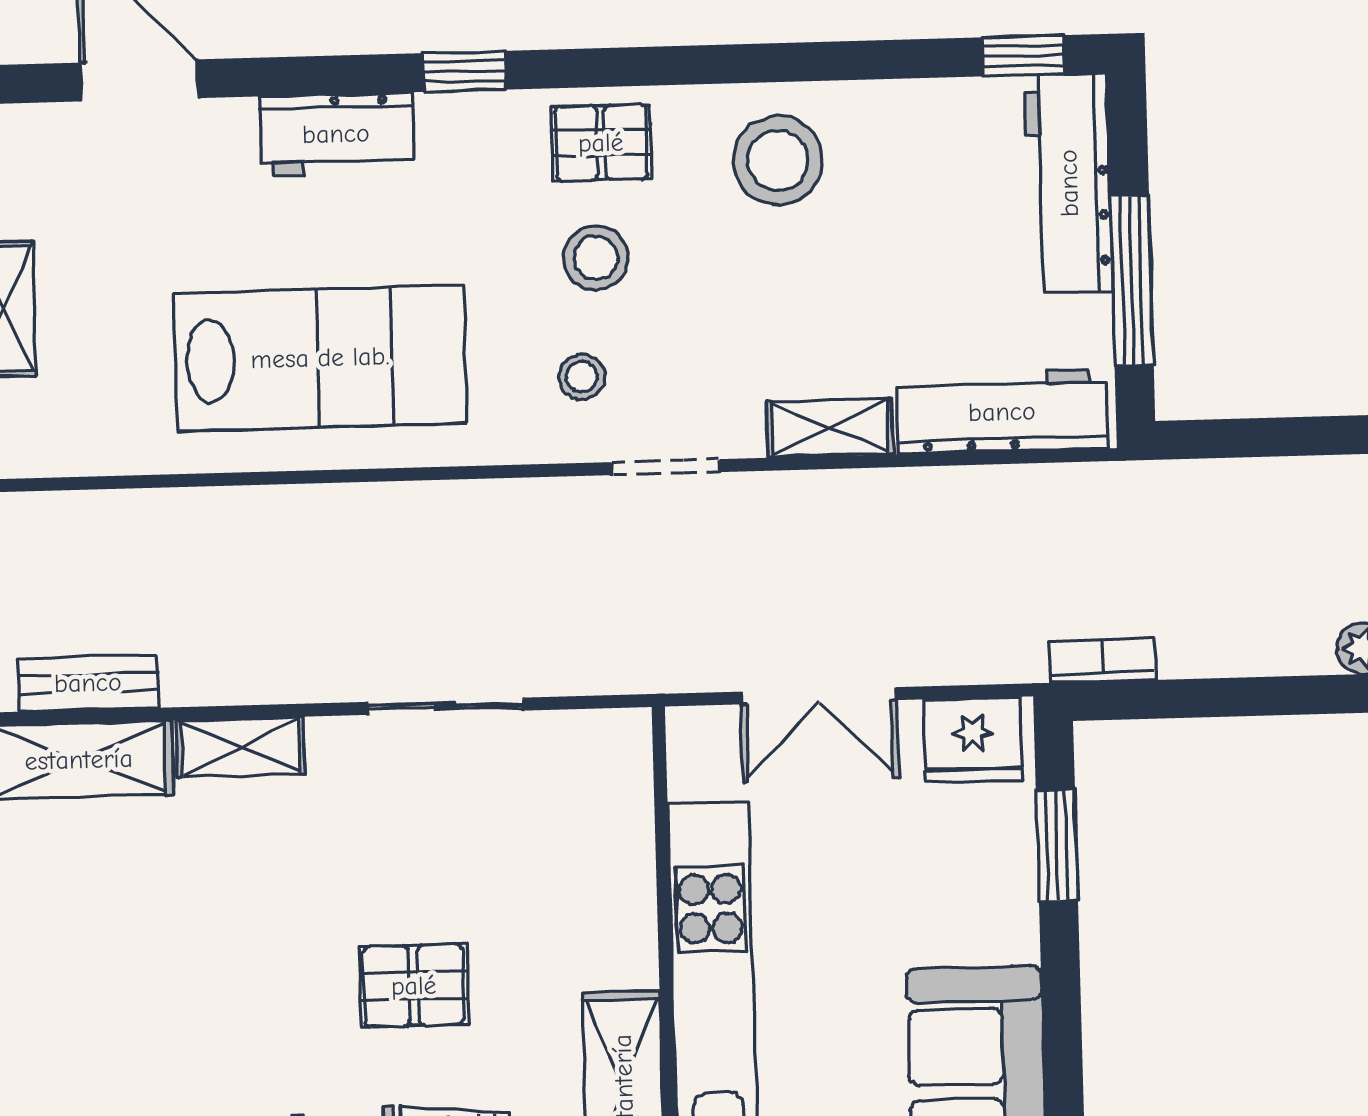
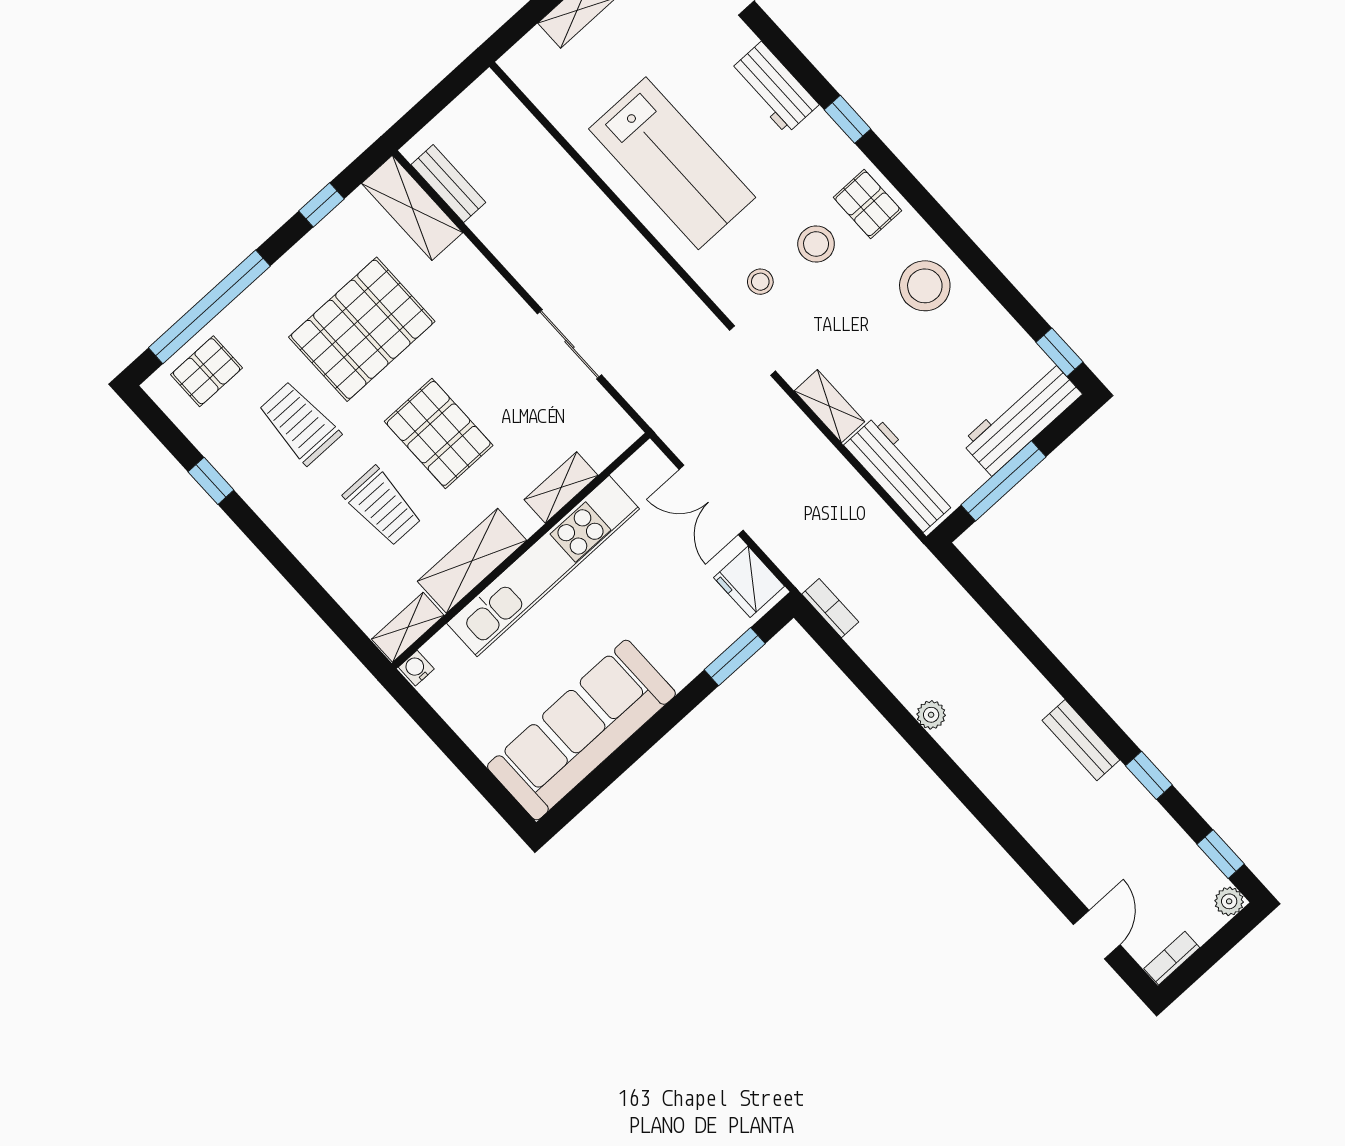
shelving: (241, 747) -> (561, 488), moved, turned 90
pallet: (184, 968) -> (362, 329), added
pallet: (414, 986) -> (439, 433), width x1.50, depth x1.42

